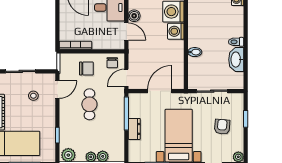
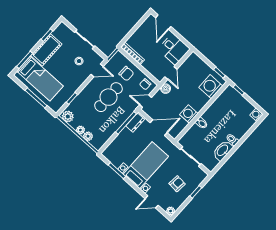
boiler: (134, 16) -> (166, 89), moved
washing machine: (176, 31) -> (189, 114), moved
cafe table: (89, 104) -> (109, 97), width x1.37, depth x1.35
dresser: (134, 129) -> (135, 123), moved

